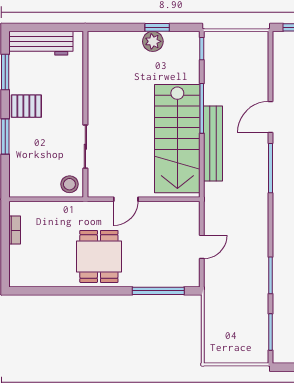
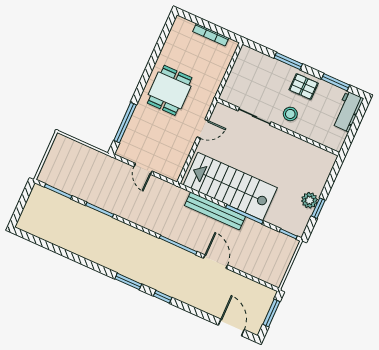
workbench: (41, 43) -> (348, 111), width x0.73
pallet: (26, 106) -> (304, 86), turned 90
stool: (69, 184) -> (290, 114), moved
door: (126, 199) -> (203, 129), swing flipped
bookcase: (15, 230) -> (211, 35), width x1.56
dining table: (99, 256) -> (170, 90), turned 90

